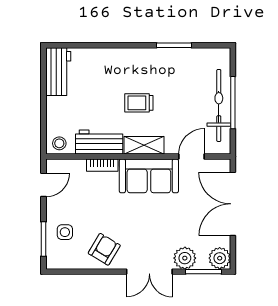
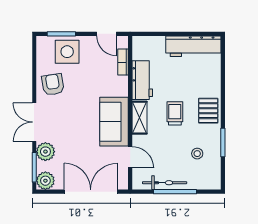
pallet: (136, 63) -> (208, 111), added
workbench: (58, 72) -> (193, 46), width x1.38
bicycle: (219, 105) -> (165, 183), width x0.73, depth x0.71
stool: (59, 143) -> (197, 154), moved
bookcase: (102, 165) -> (123, 62), moved
side table: (65, 232) -> (67, 52), width x1.87, depth x1.87
armchair: (104, 249) -> (53, 84), turned -130

